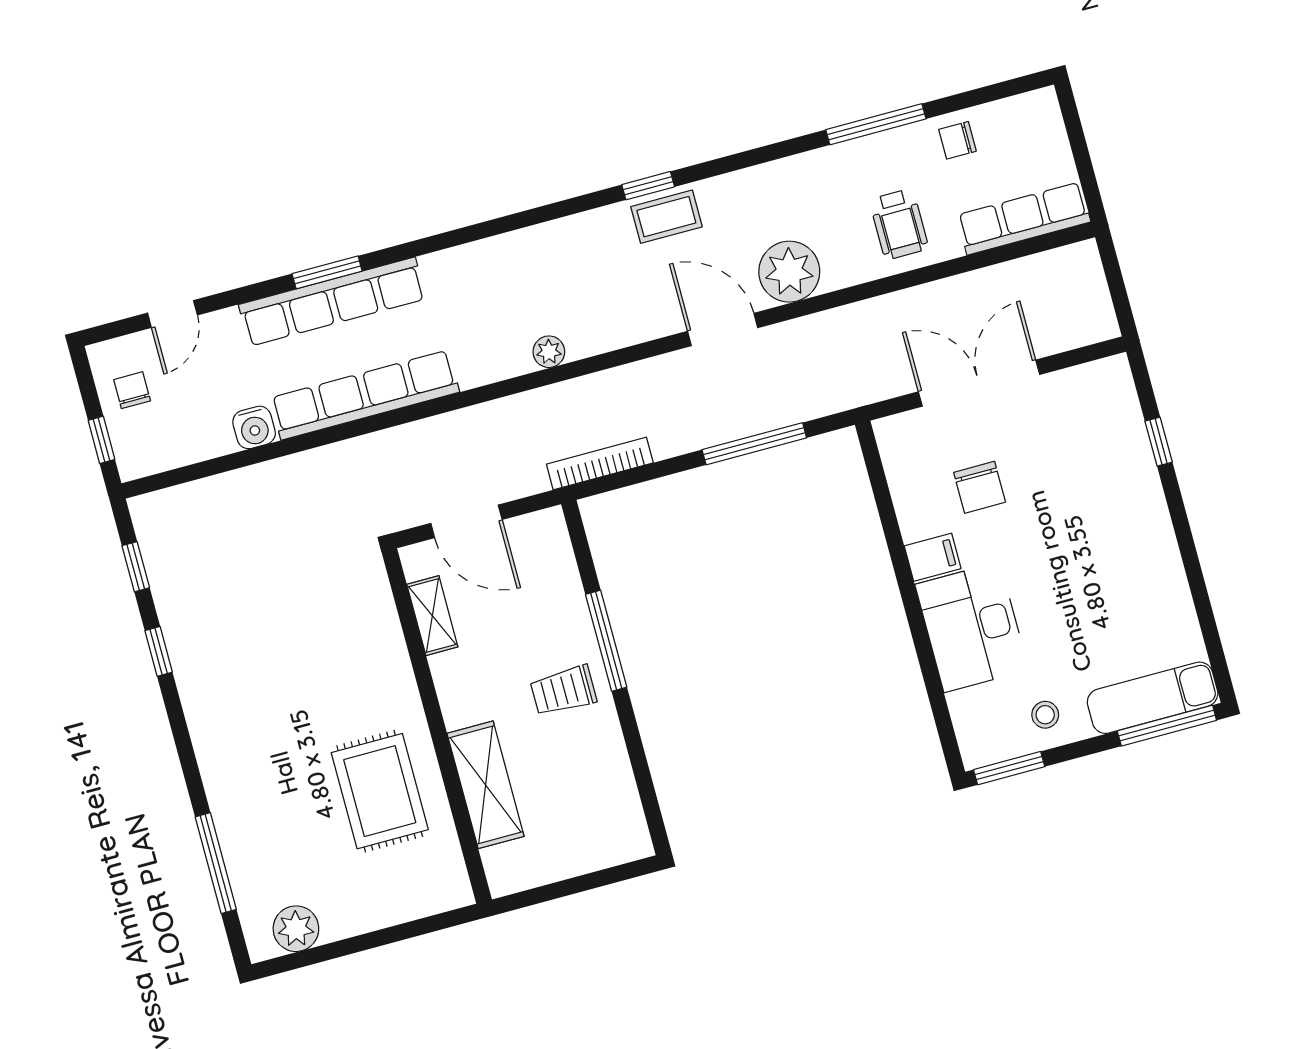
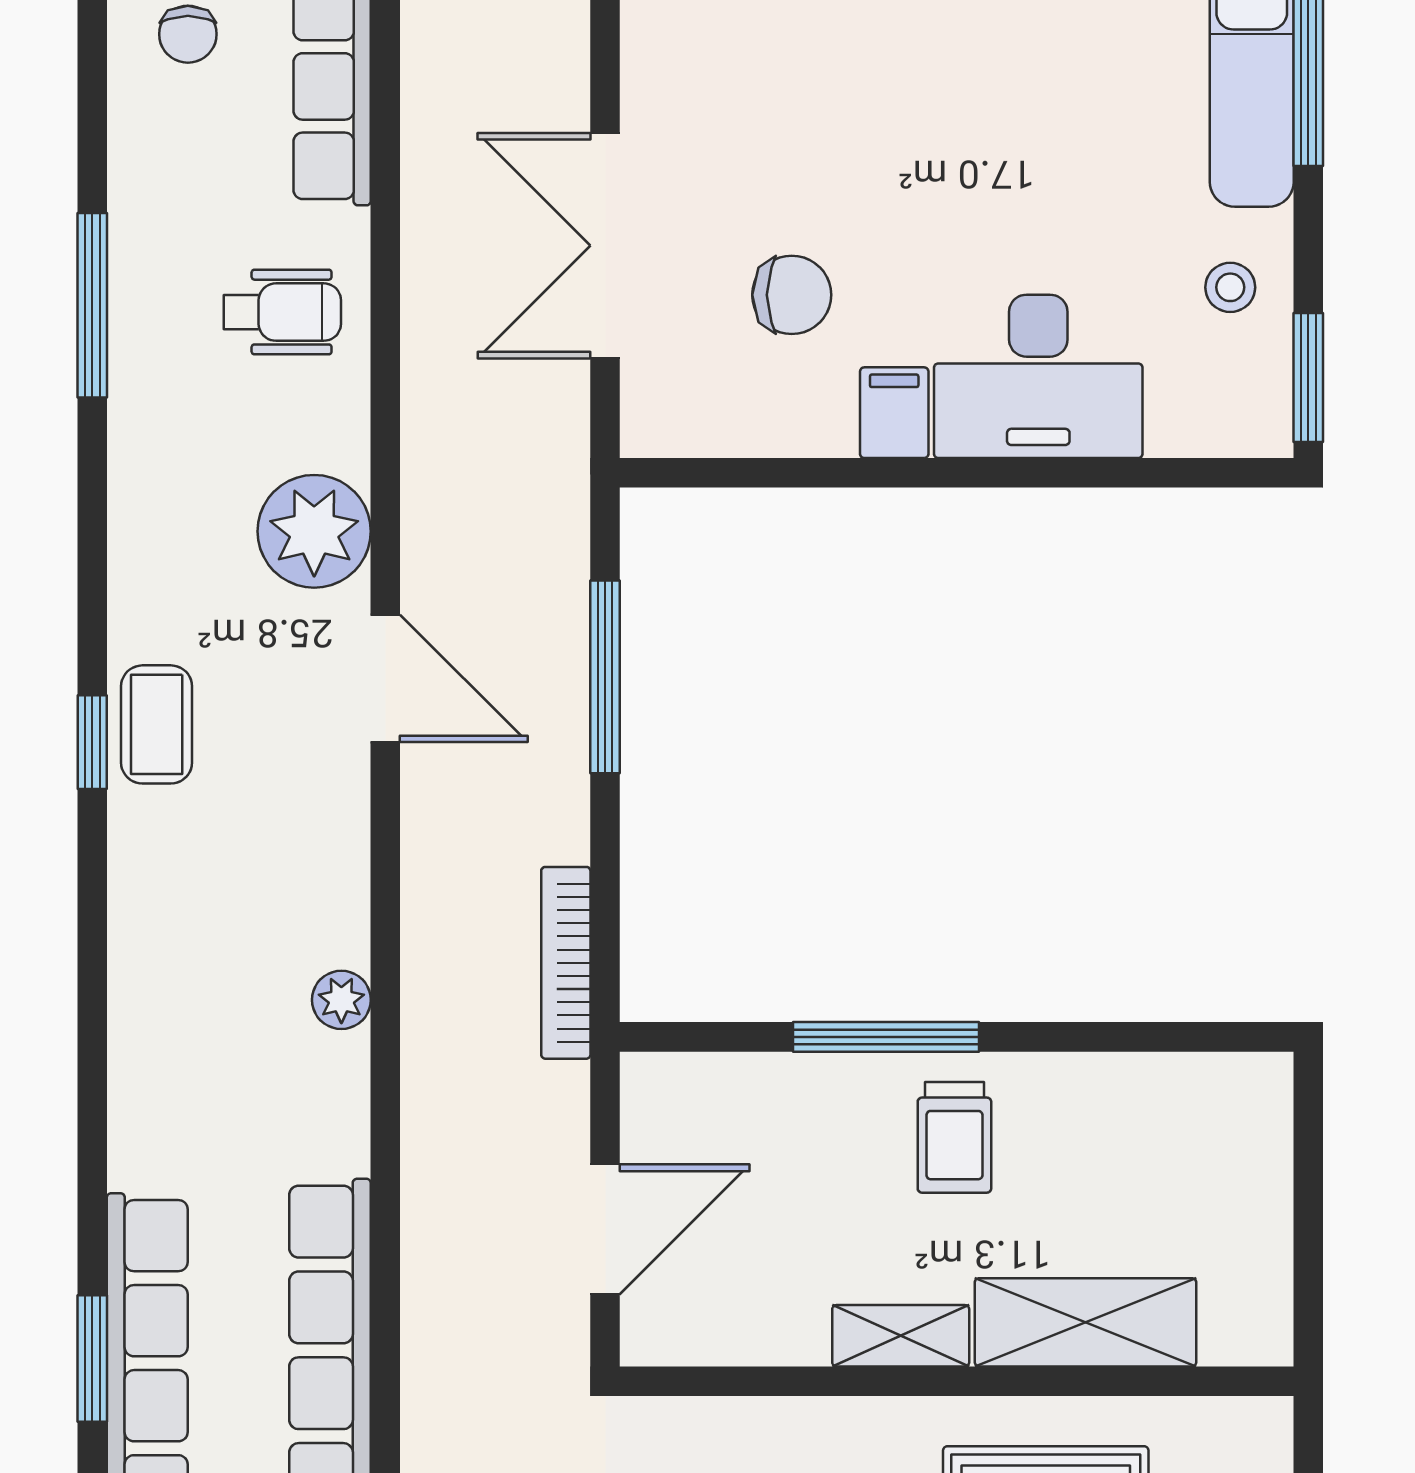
chair: (957, 140) -> (188, 34), moved
door: (723, 329) -> (385, 678), swing flipped
shelving: (432, 616) -> (901, 1336), moved

